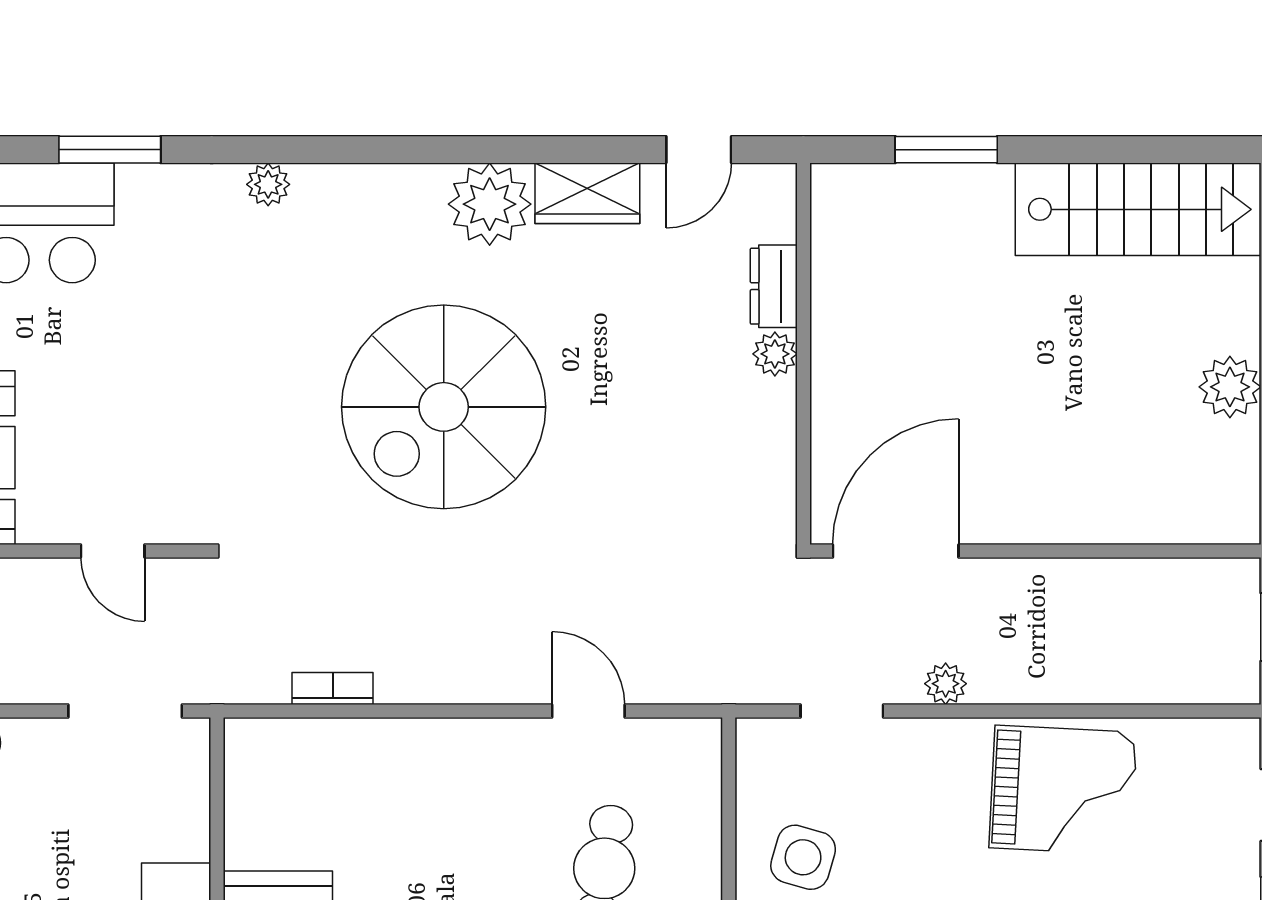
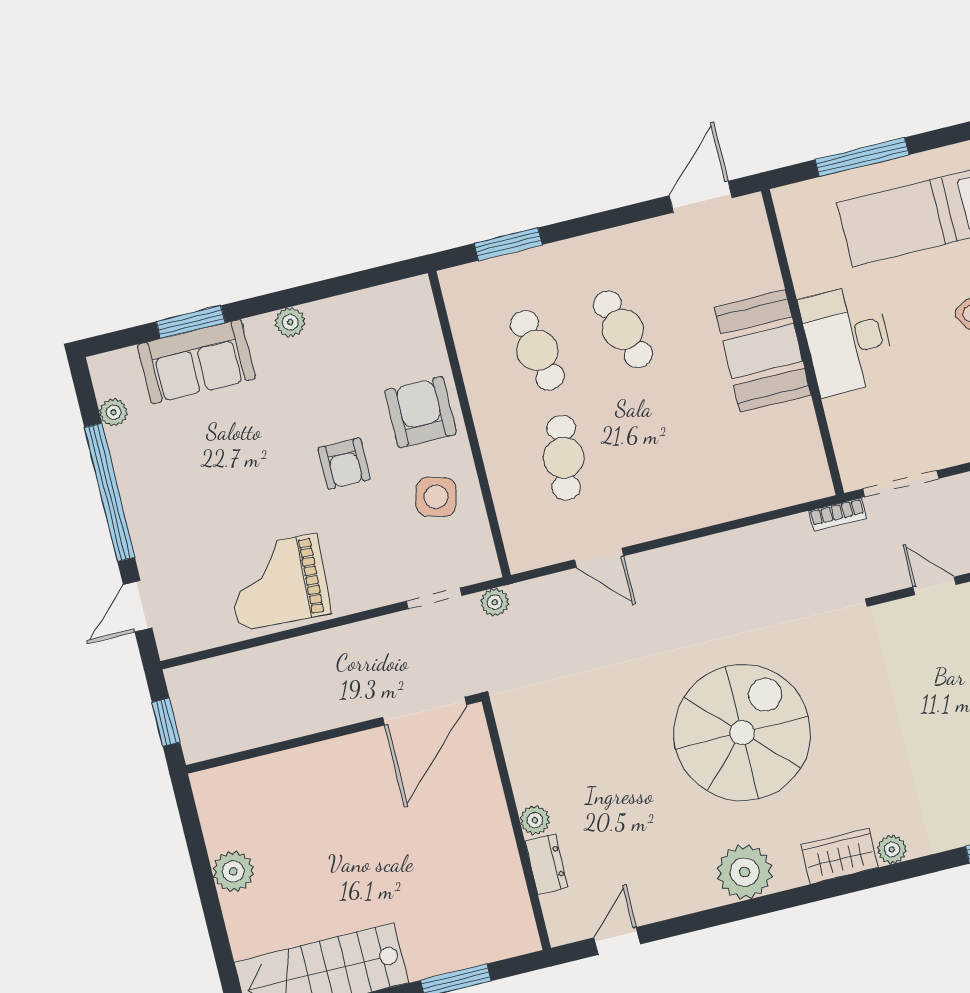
wardrobe: (587, 193) -> (840, 856), moved
plant: (946, 684) -> (495, 602), moved
bookcase: (333, 688) -> (838, 515), moved

